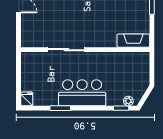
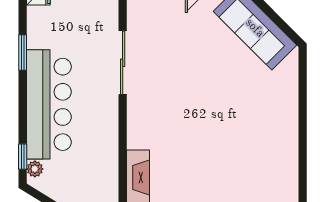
bar counter: (82, 93) -> (49, 104), width x1.36

